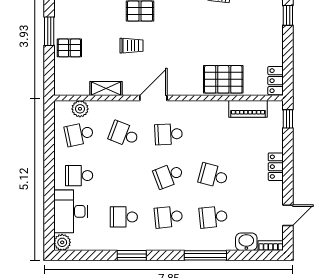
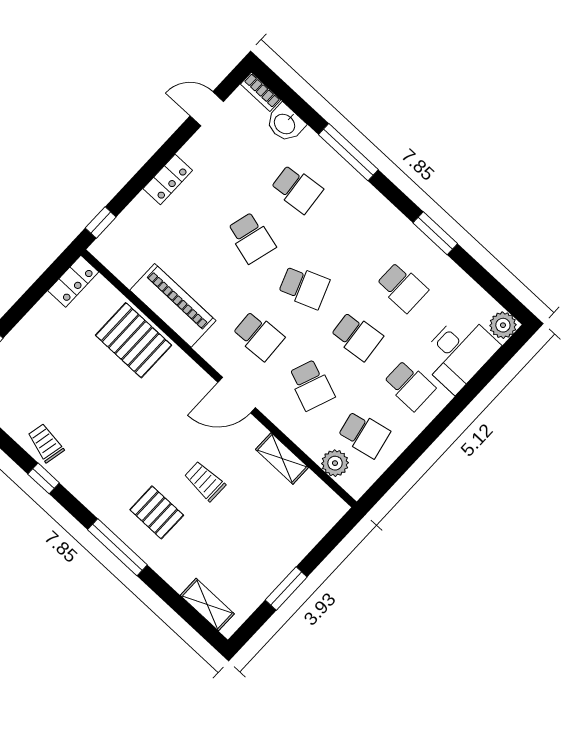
pallet: (69, 48) -> (280, 547), removed
piano: (248, 109) -> (173, 305), moved, width x1.37, depth x1.33
school desk: (169, 217) -> (357, 336), moved

